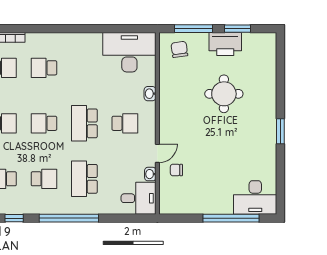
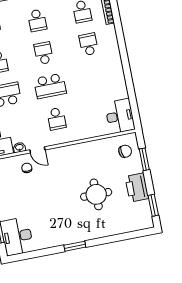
window: (193, 29) -> (144, 159), width x0.69
window: (237, 29) -> (153, 205), moved
desk: (129, 52) -> (120, 116), width x0.73, depth x0.77
washbasin: (150, 94) -> (85, 134), removed
school desk: (84, 123) -> (50, 86), turned 180

